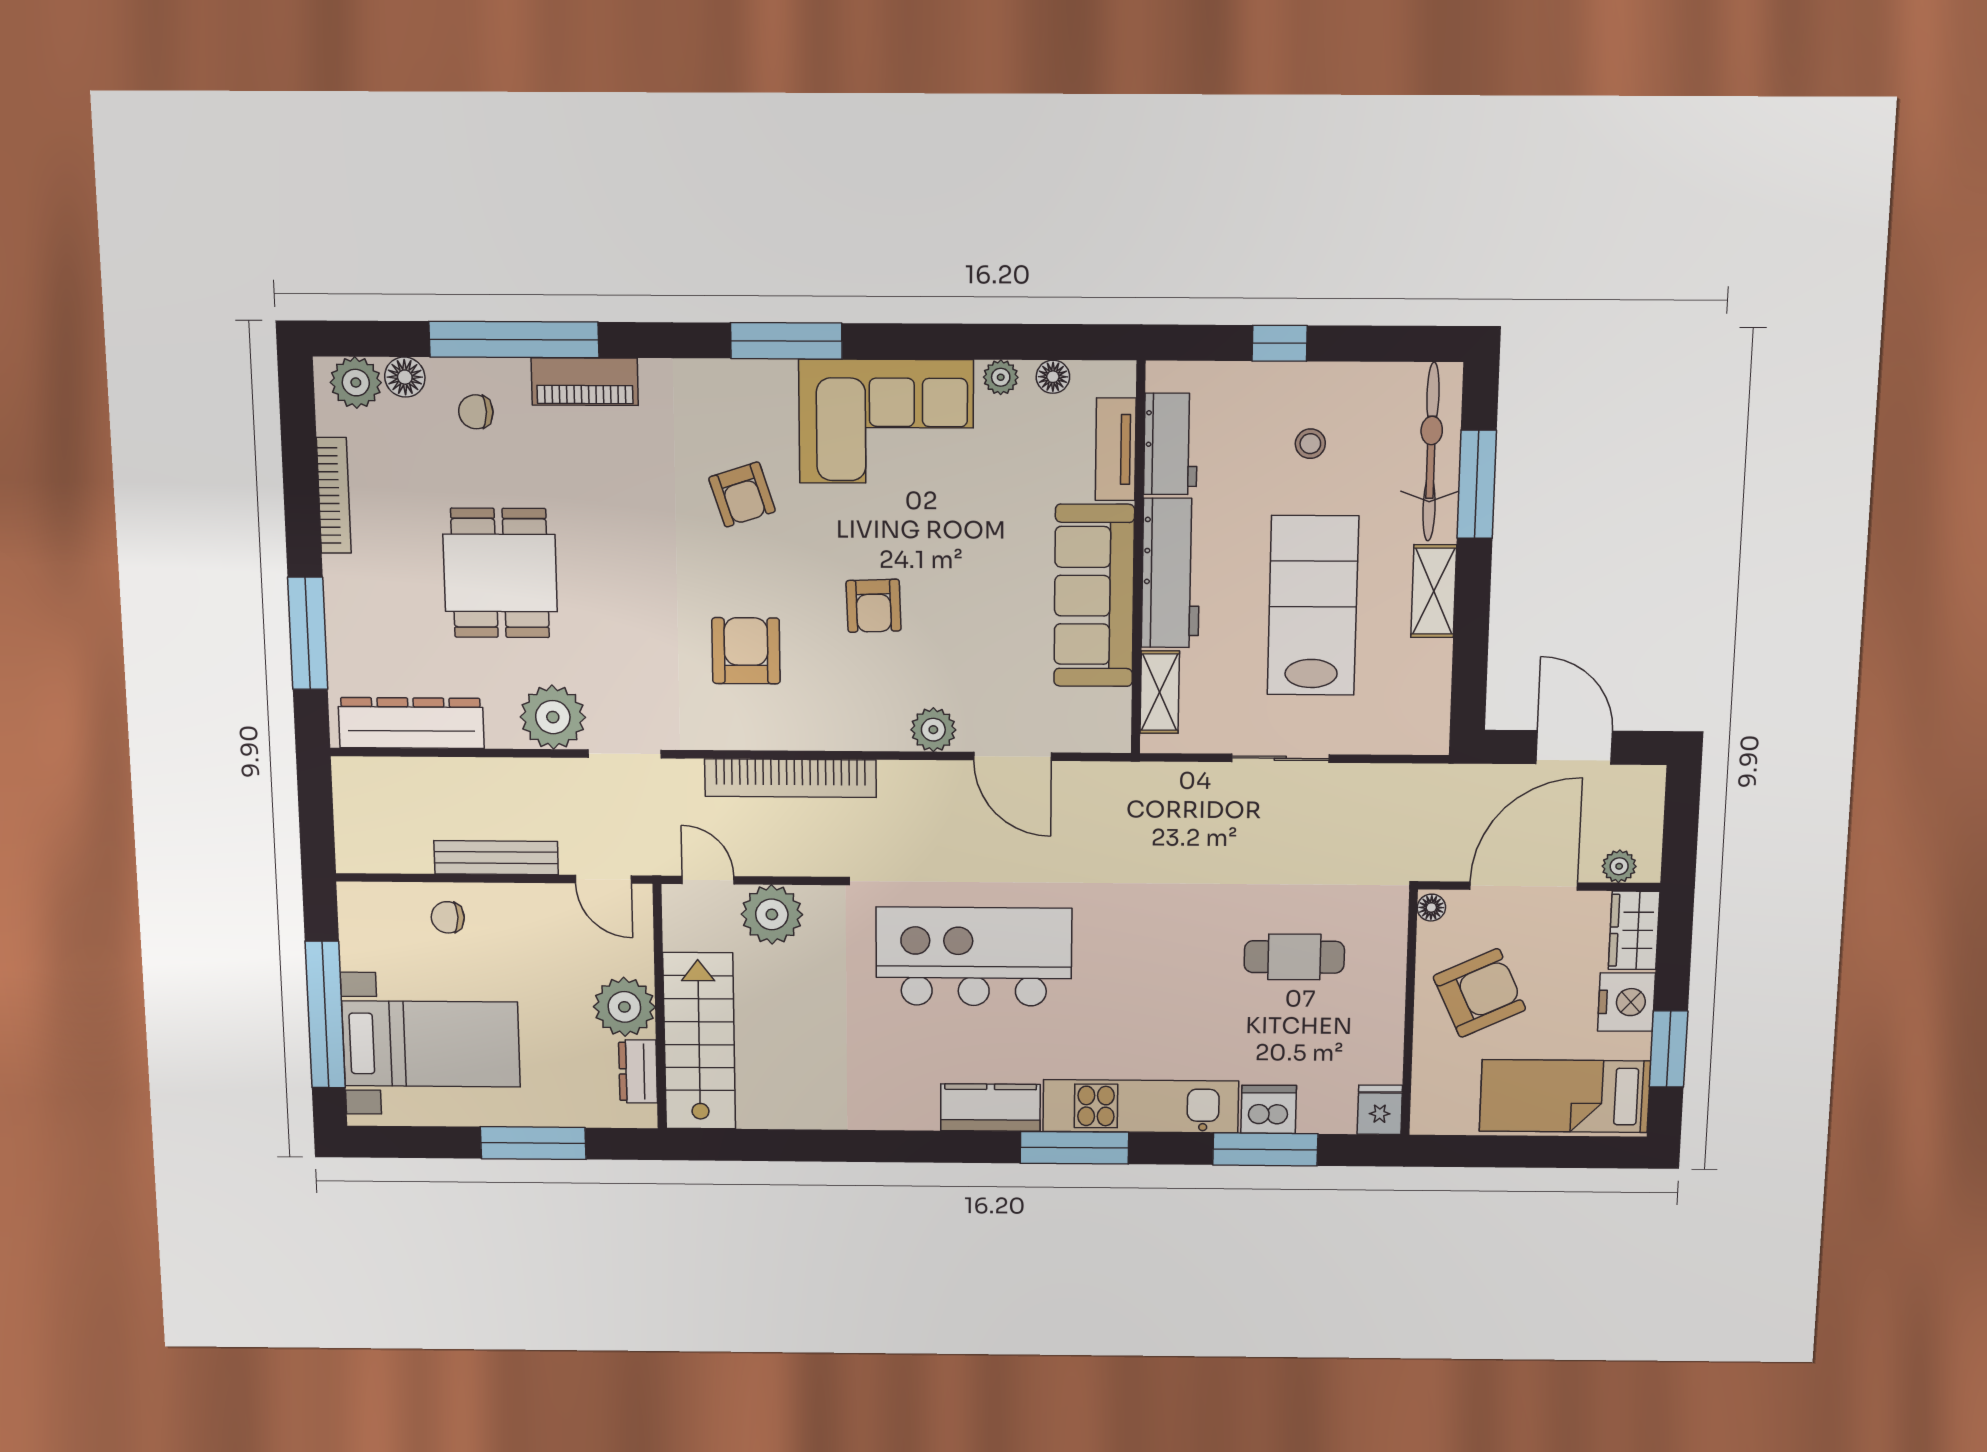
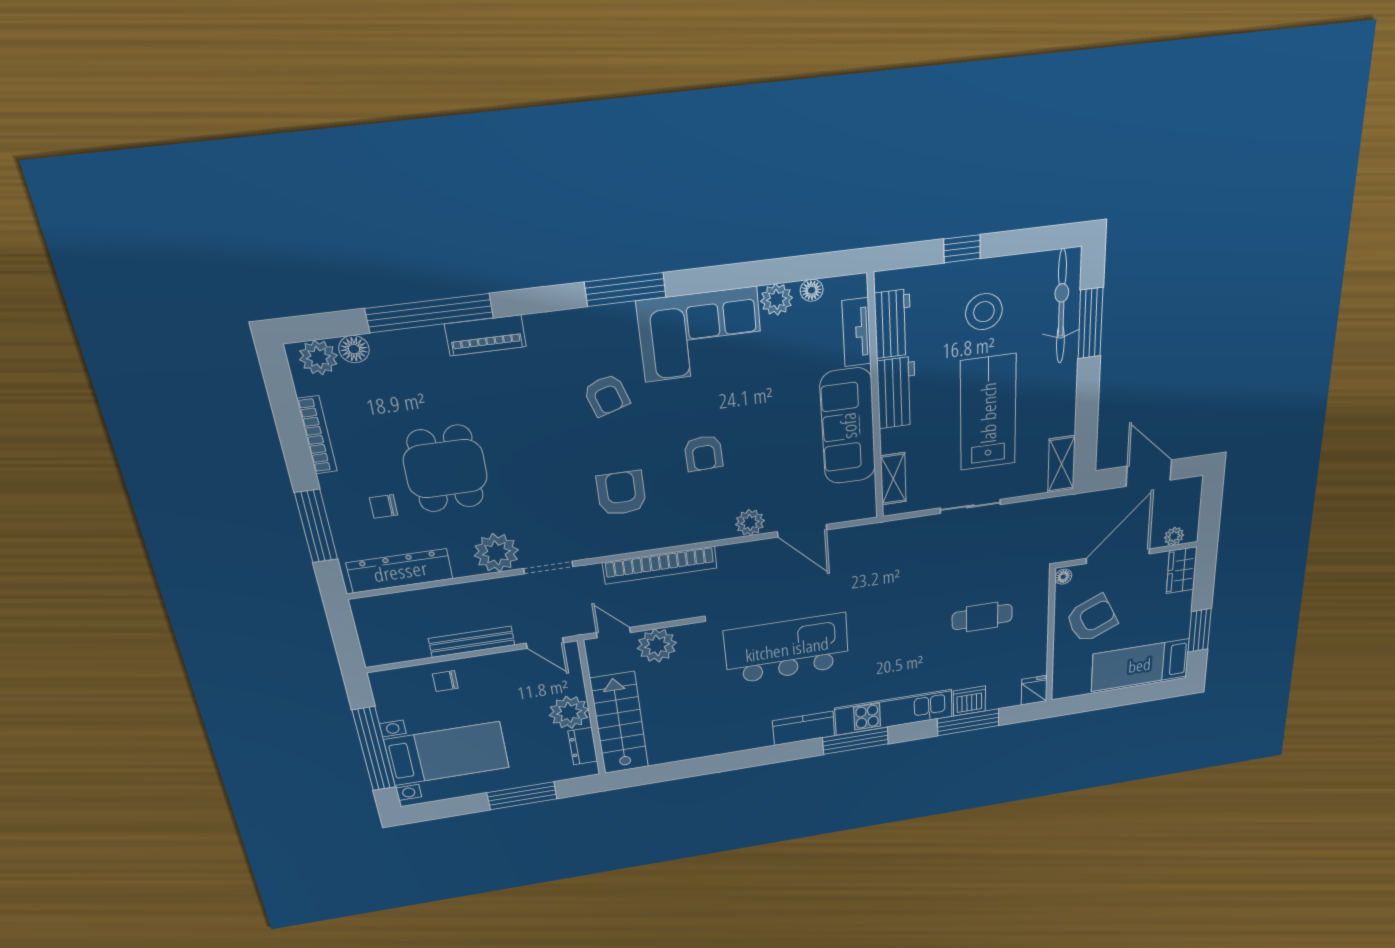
plant: (1001, 377) -> (777, 299), width x1.38, depth x1.38
chair: (476, 412) -> (384, 506), moved
stool: (1310, 444) -> (984, 312), width x1.89, depth x1.89
workbench: (1171, 573) -> (896, 393), width x0.73
shelving: (1434, 591) -> (1061, 464), moved
nightstand: (1626, 1002) -> (1176, 610), removed

